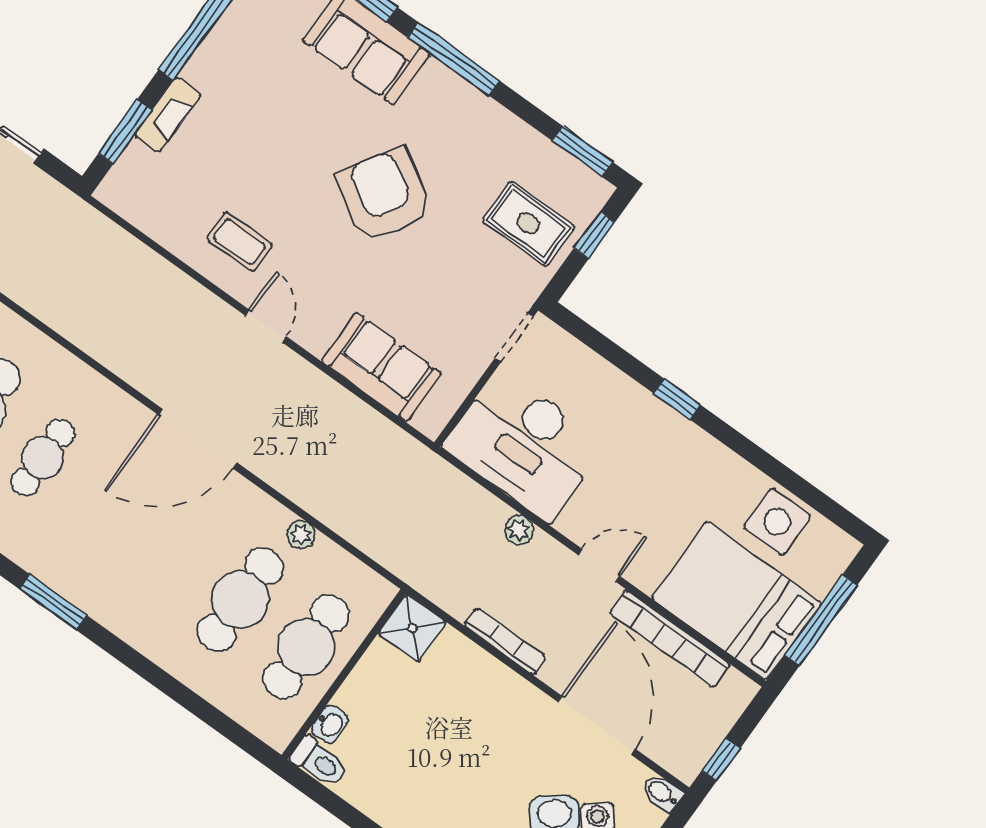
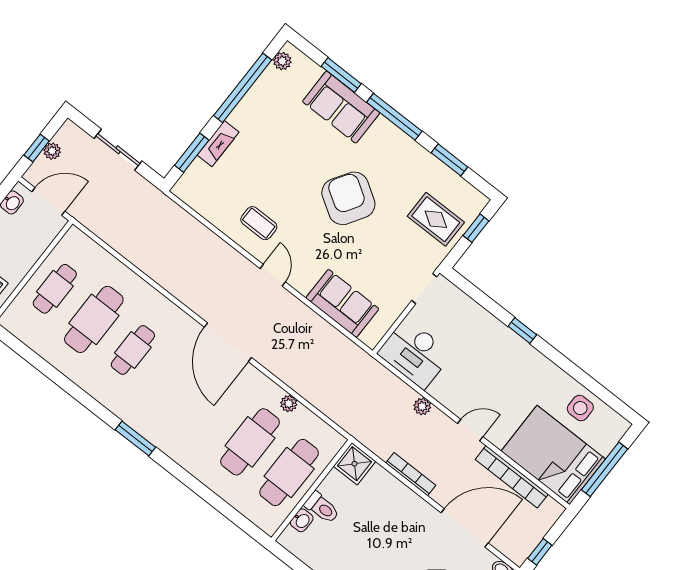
window: (583, 152) -> (449, 160), moved
door: (197, 438) -> (228, 342), hinge flipped
desk: (525, 445) -> (415, 353), width x0.73, depth x0.77
side table: (777, 522) -> (580, 408), width x0.73, depth x0.73
door: (597, 725) -> (465, 528), hinge flipped
toilet: (319, 762) -> (322, 508), moved

